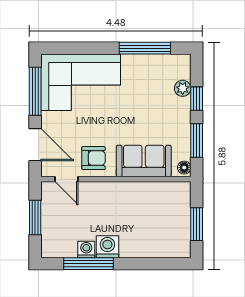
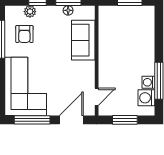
armchair: (93, 158) -> (24, 34), moved, turned 180
floor lamp: (184, 168) -> (68, 10), moved
washing machine: (107, 247) -> (146, 98), moved

